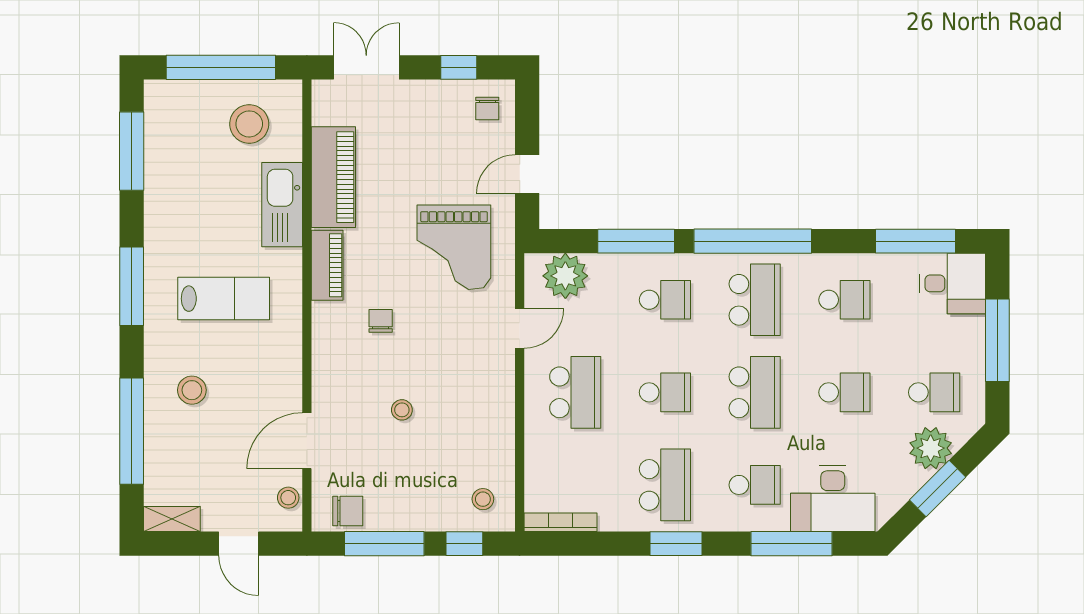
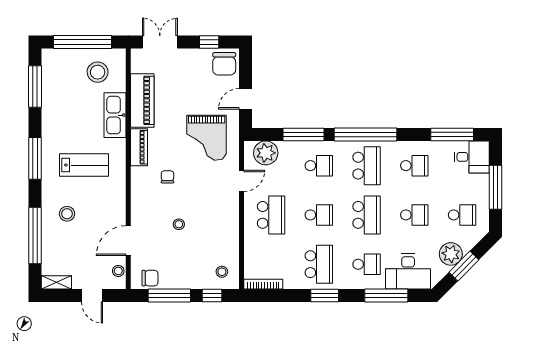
chair: (487, 108) -> (224, 64), width x1.87, depth x1.87
plant: (931, 448) -> (451, 254), moved

